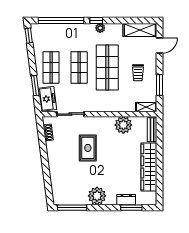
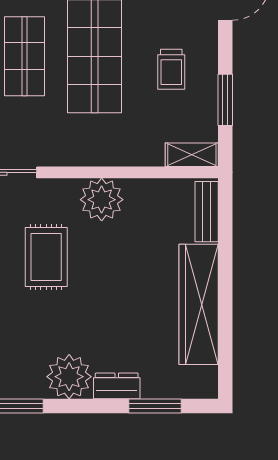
plant: (123, 125) -> (102, 200), moved
dresser: (126, 200) -> (117, 386), moved

